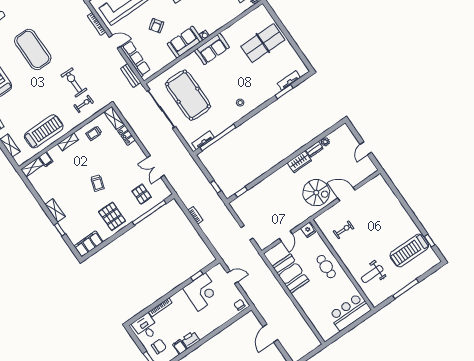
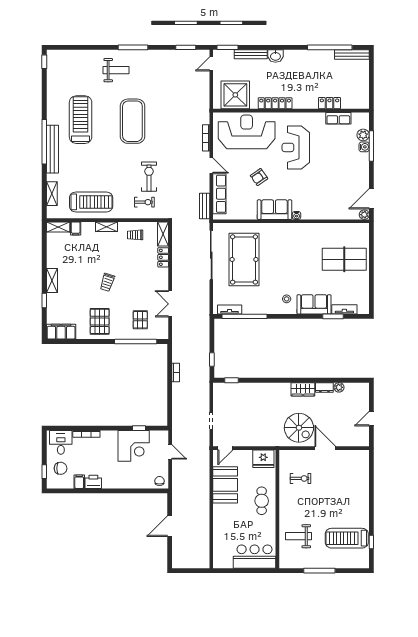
sofa: (212, 49) -> (314, 304), moved, turned 180
fridge: (308, 230) -> (263, 459), width x1.88, depth x1.34
door: (286, 236) -> (225, 448), moved

